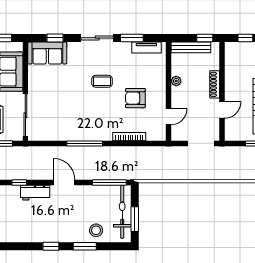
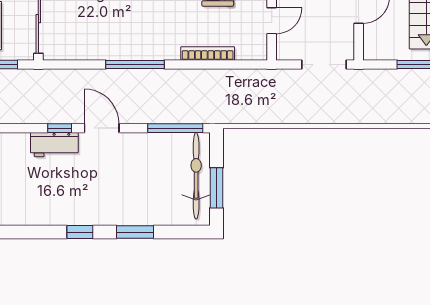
window: (19, 182) -> (60, 128), moved
stool: (96, 230) -> (154, 206), removed

